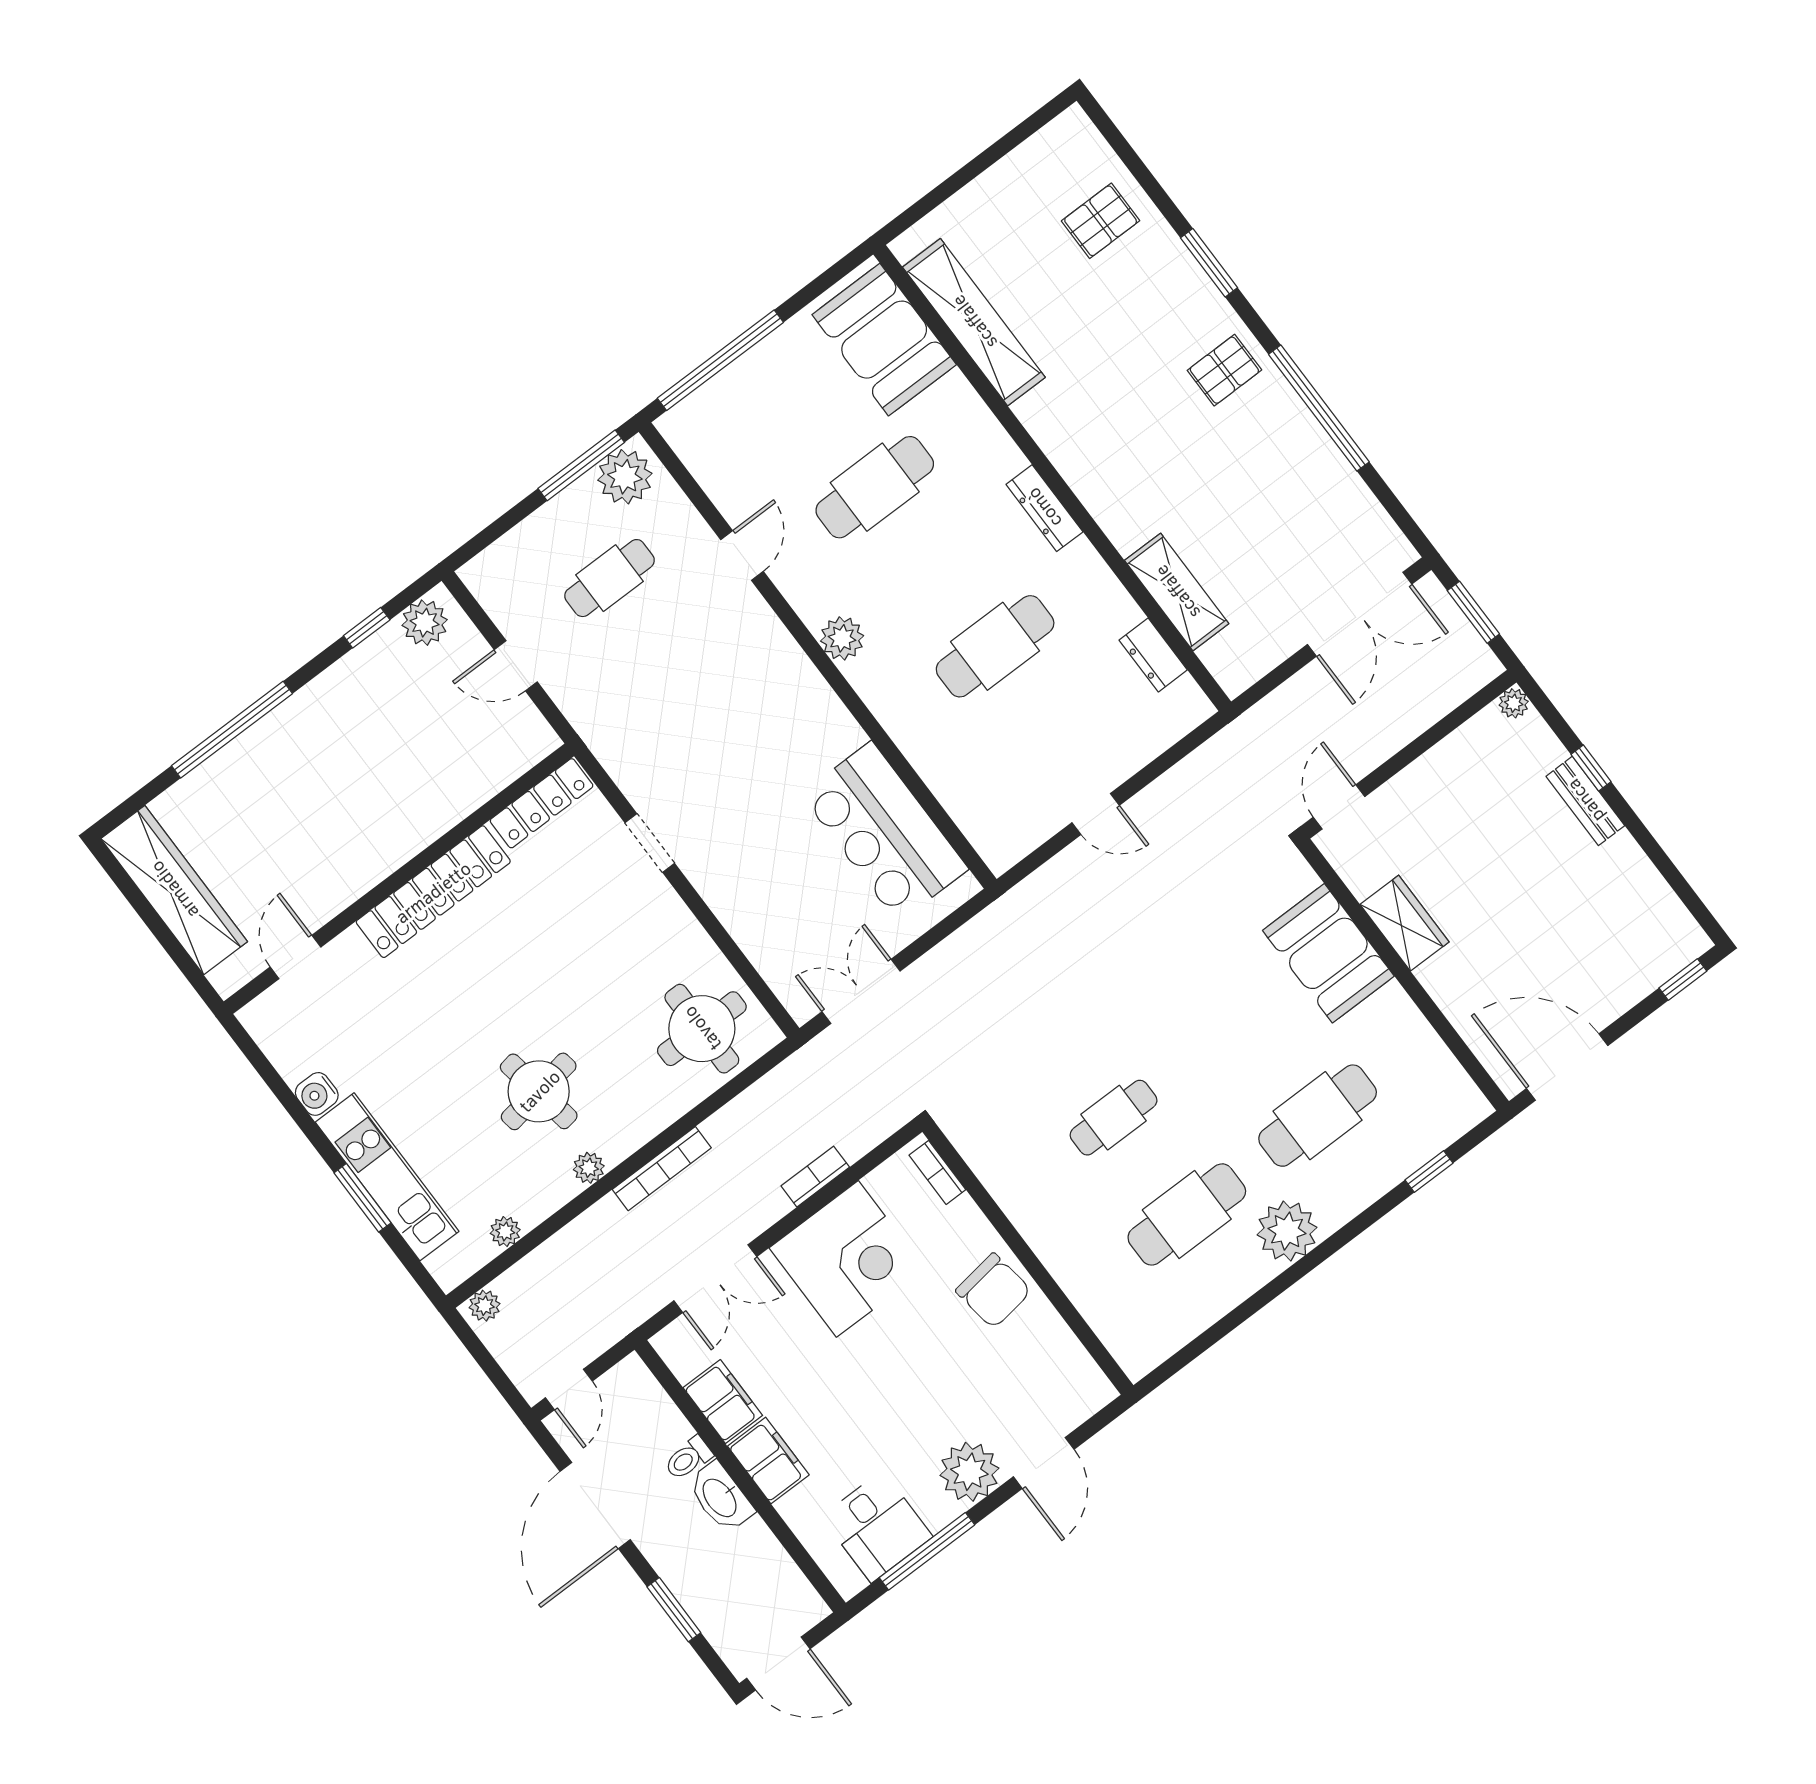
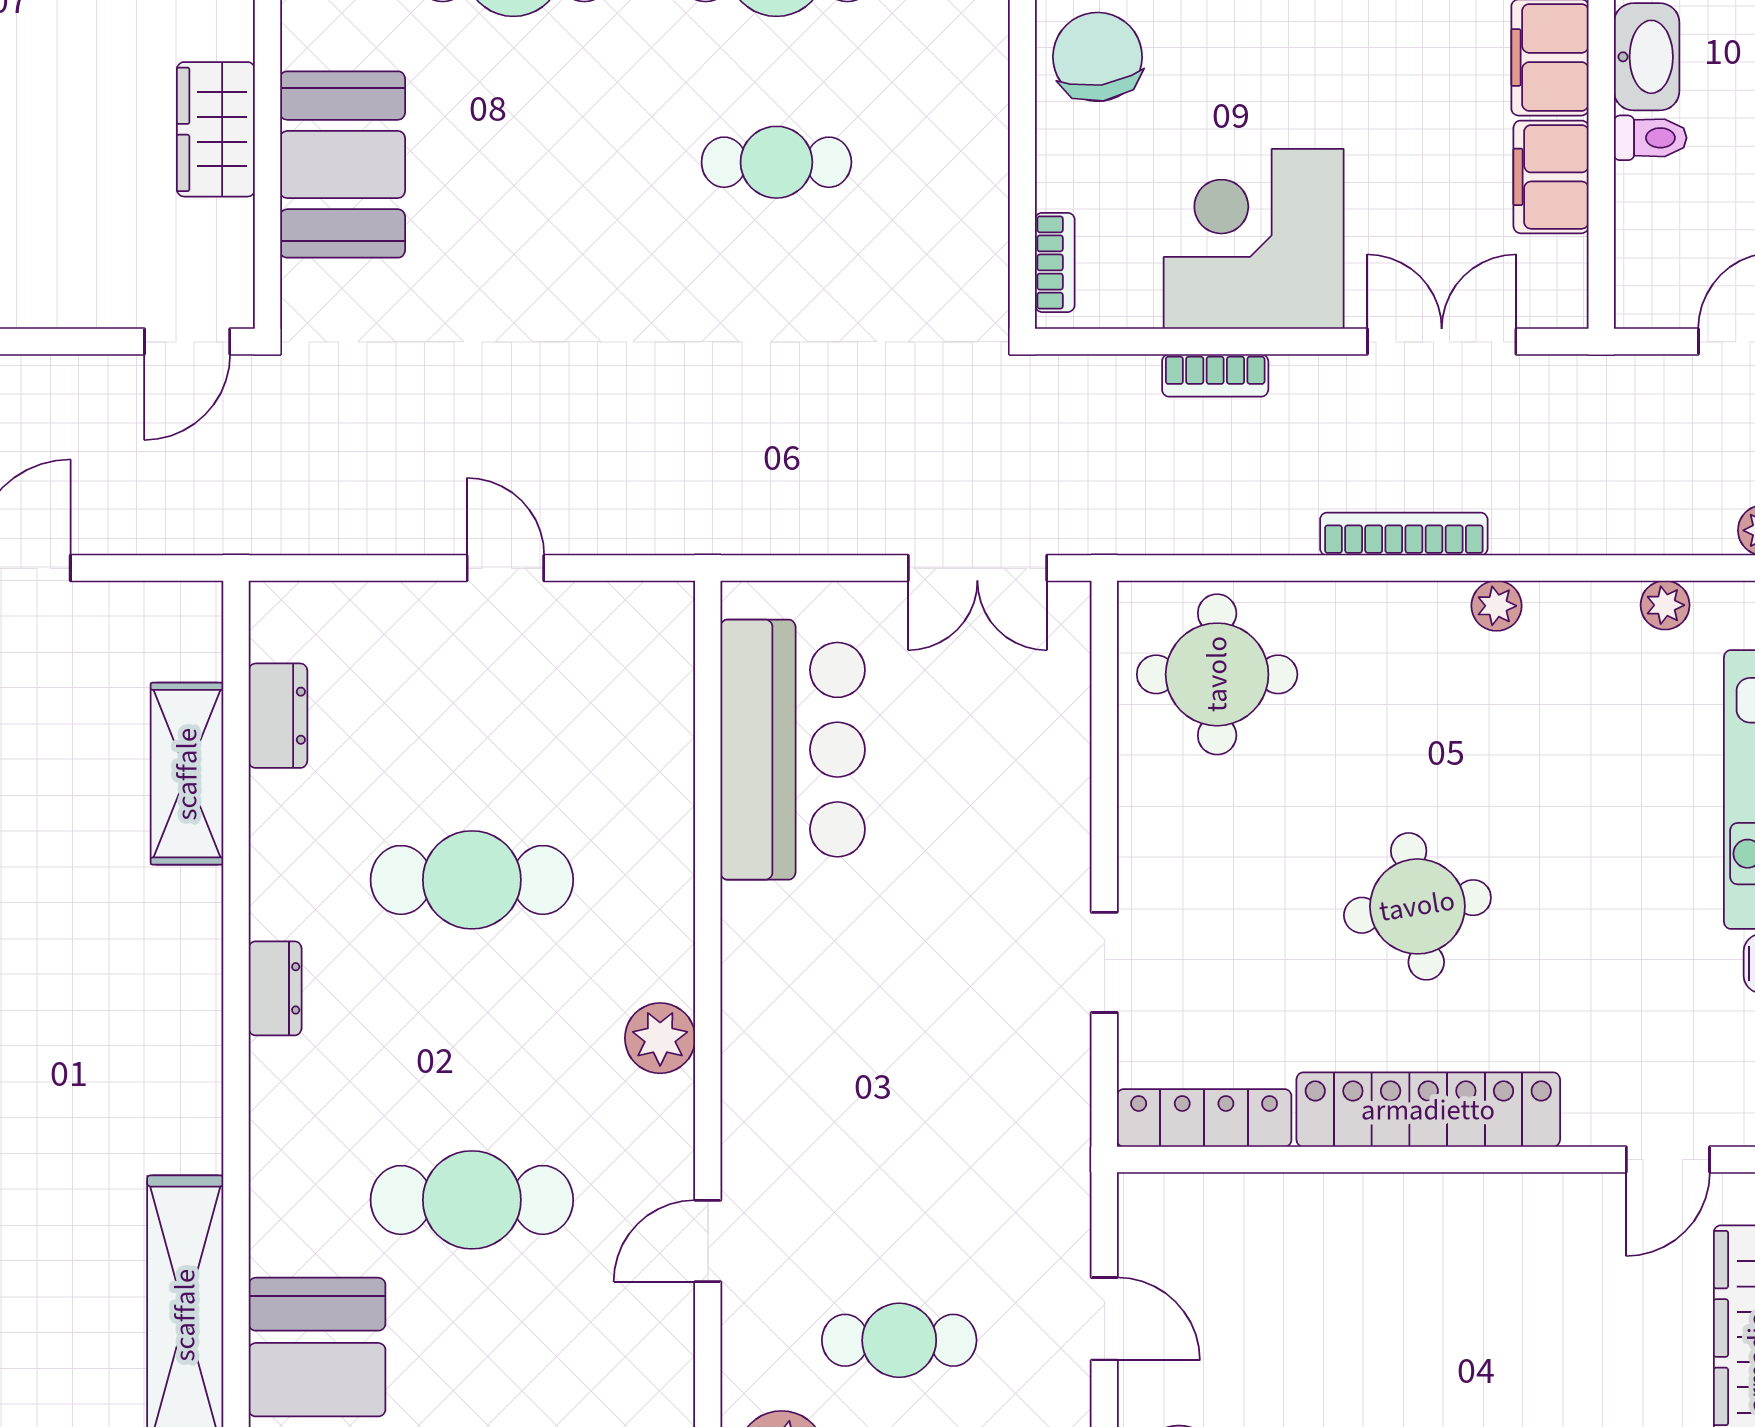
dresser: (1044, 508) -> (275, 988), width x0.70
round table: (539, 1091) -> (1417, 906), moved

